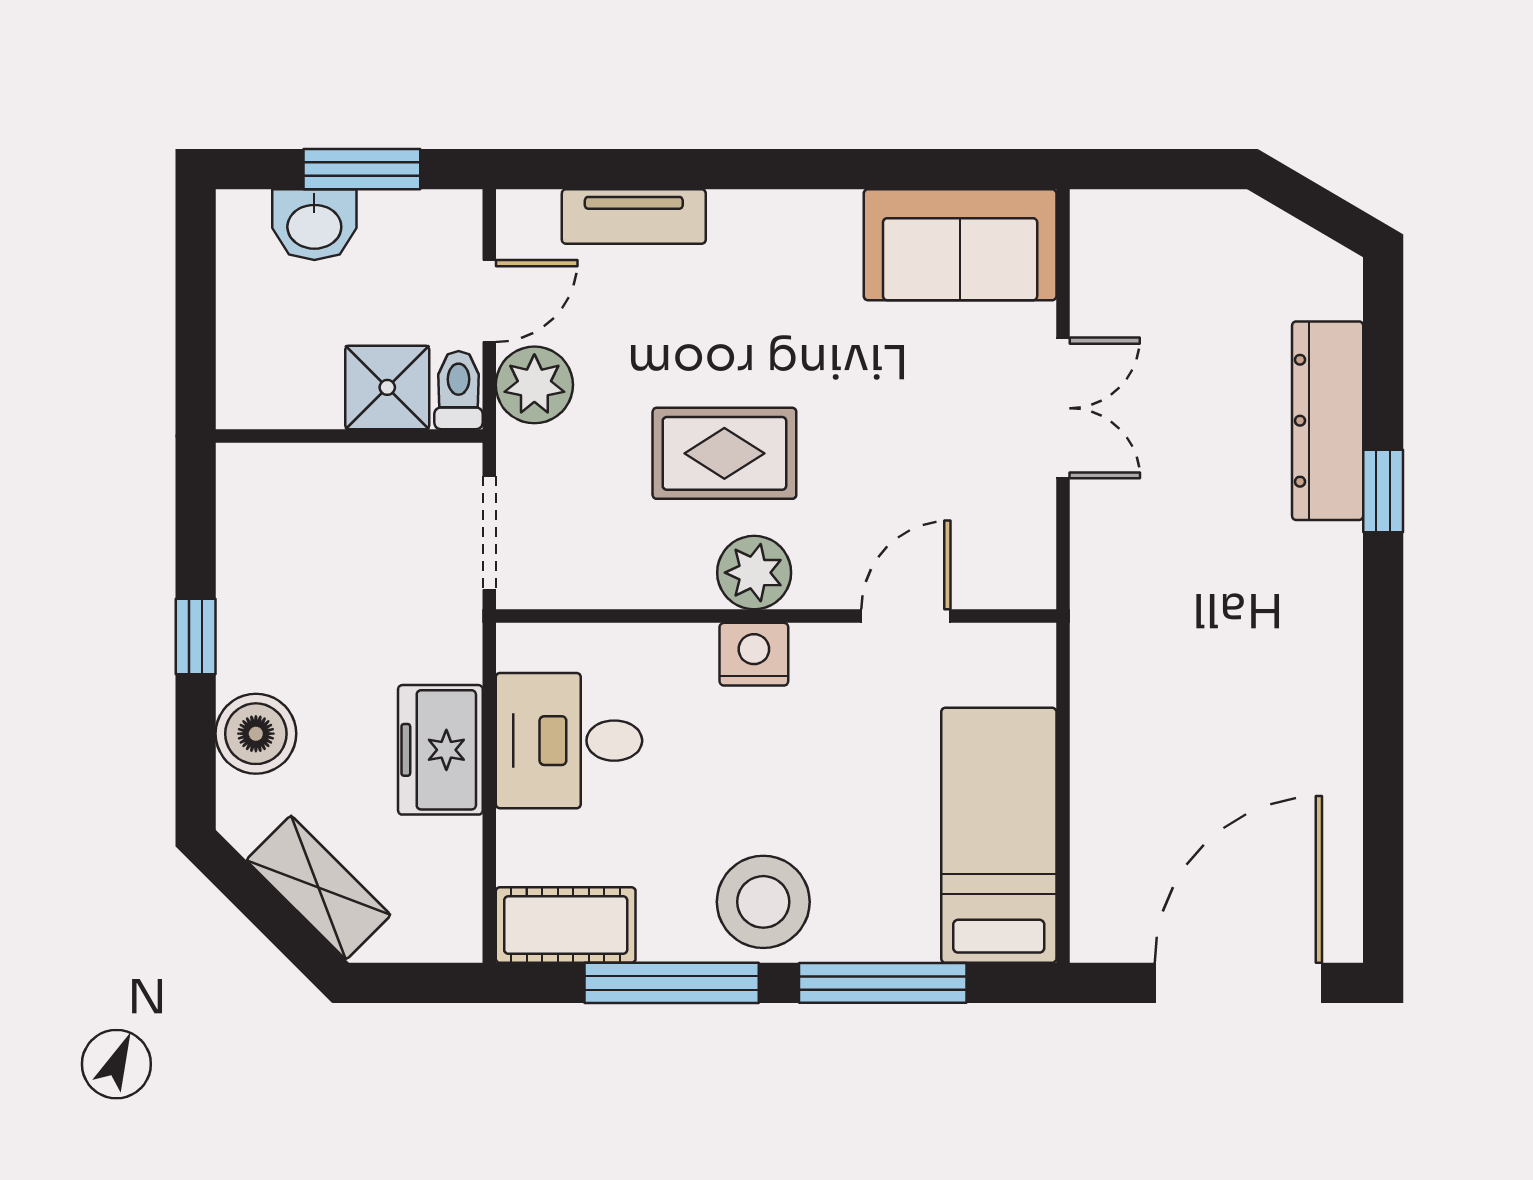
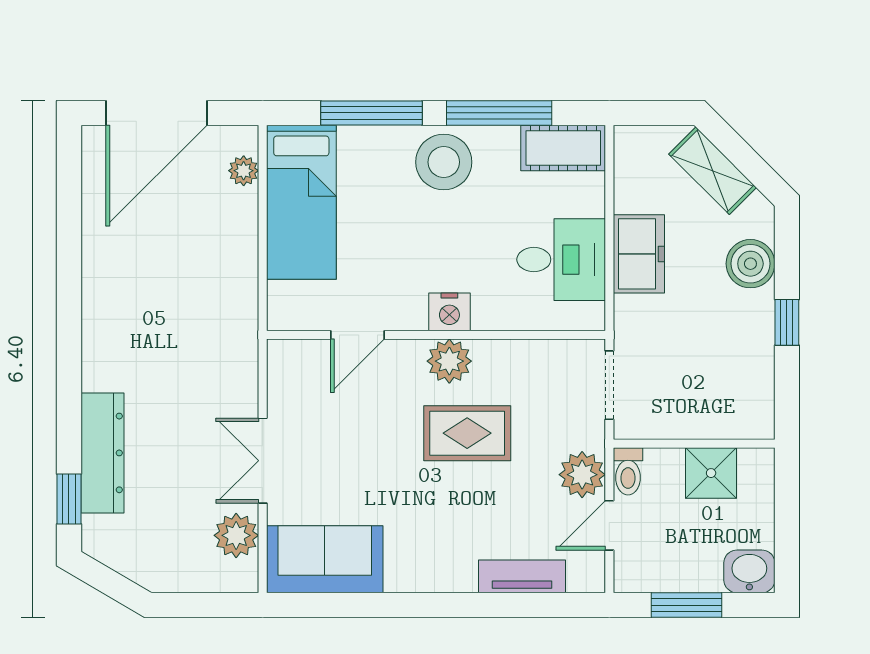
washbasin: (314, 225) -> (749, 571), moved
plant: (1107, 284) -> (236, 535), added
shower: (387, 387) -> (711, 473), moved
window: (1383, 491) -> (69, 499), moved
plant: (1094, 887) -> (244, 171), added

